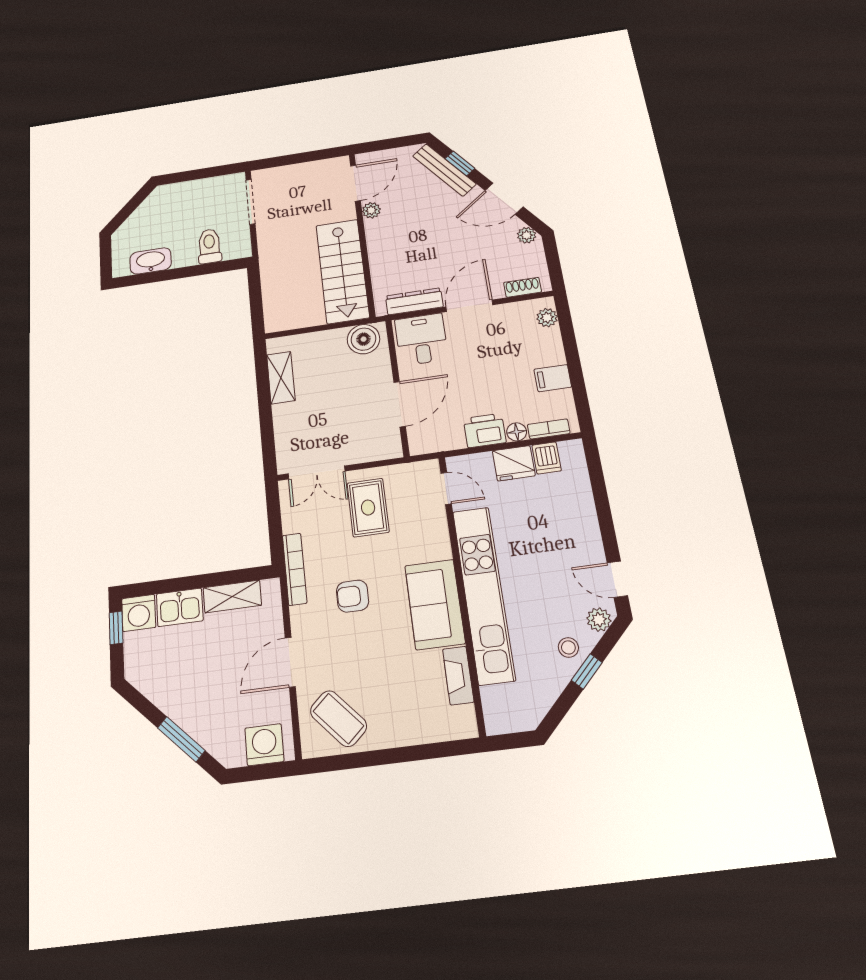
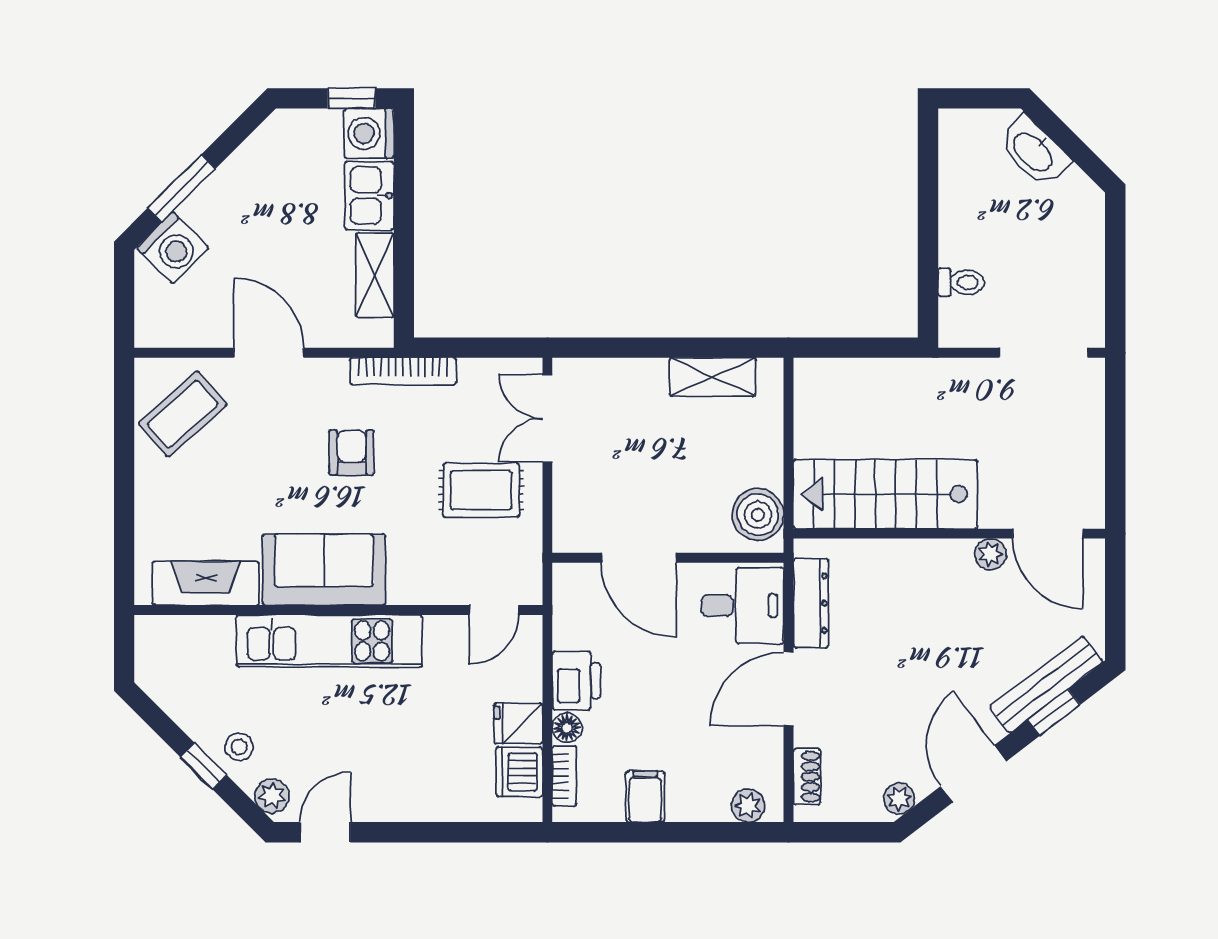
toilet: (209, 246) -> (961, 282), width x0.73, depth x0.72
washbasin: (151, 261) -> (1034, 151), moved, turned 135
door: (469, 306) -> (789, 689), swing flipped
dishwasher: (547, 458) -> (519, 772), width x1.38
fridge: (514, 463) -> (518, 723), width x0.72
kitchen unit: (484, 594) -> (329, 641), width x0.73
fireplace: (458, 676) -> (206, 583), width x1.37, depth x1.32
washing machine: (264, 745) -> (173, 248), moved, turned 45

